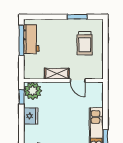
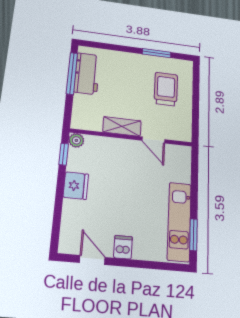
trolley: (85, 43) -> (166, 89), turned 180
plant: (33, 91) -> (76, 140), width x0.53, depth x0.53

